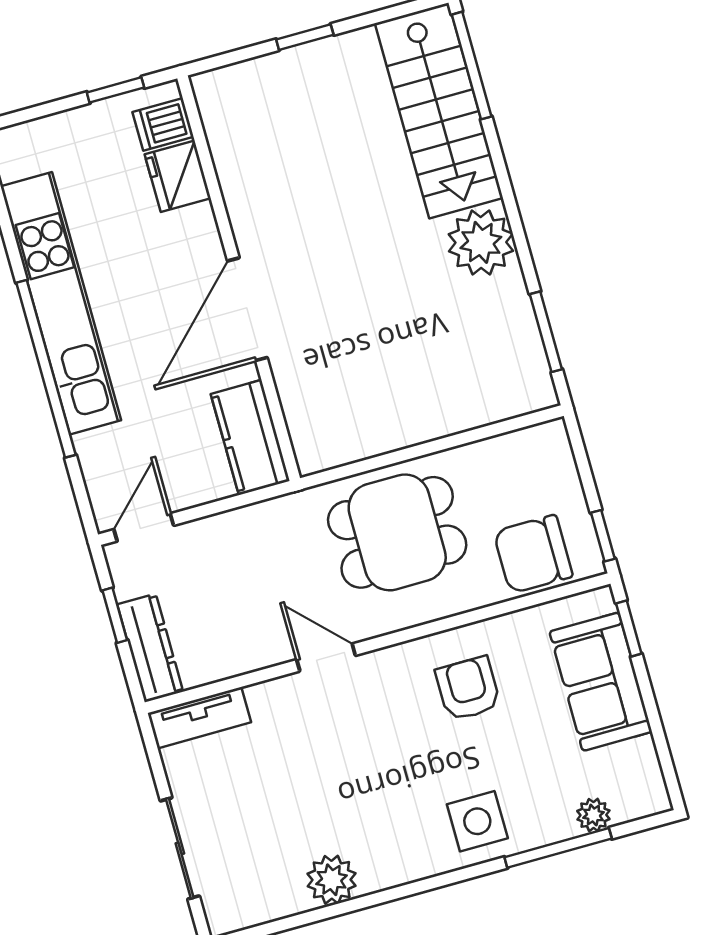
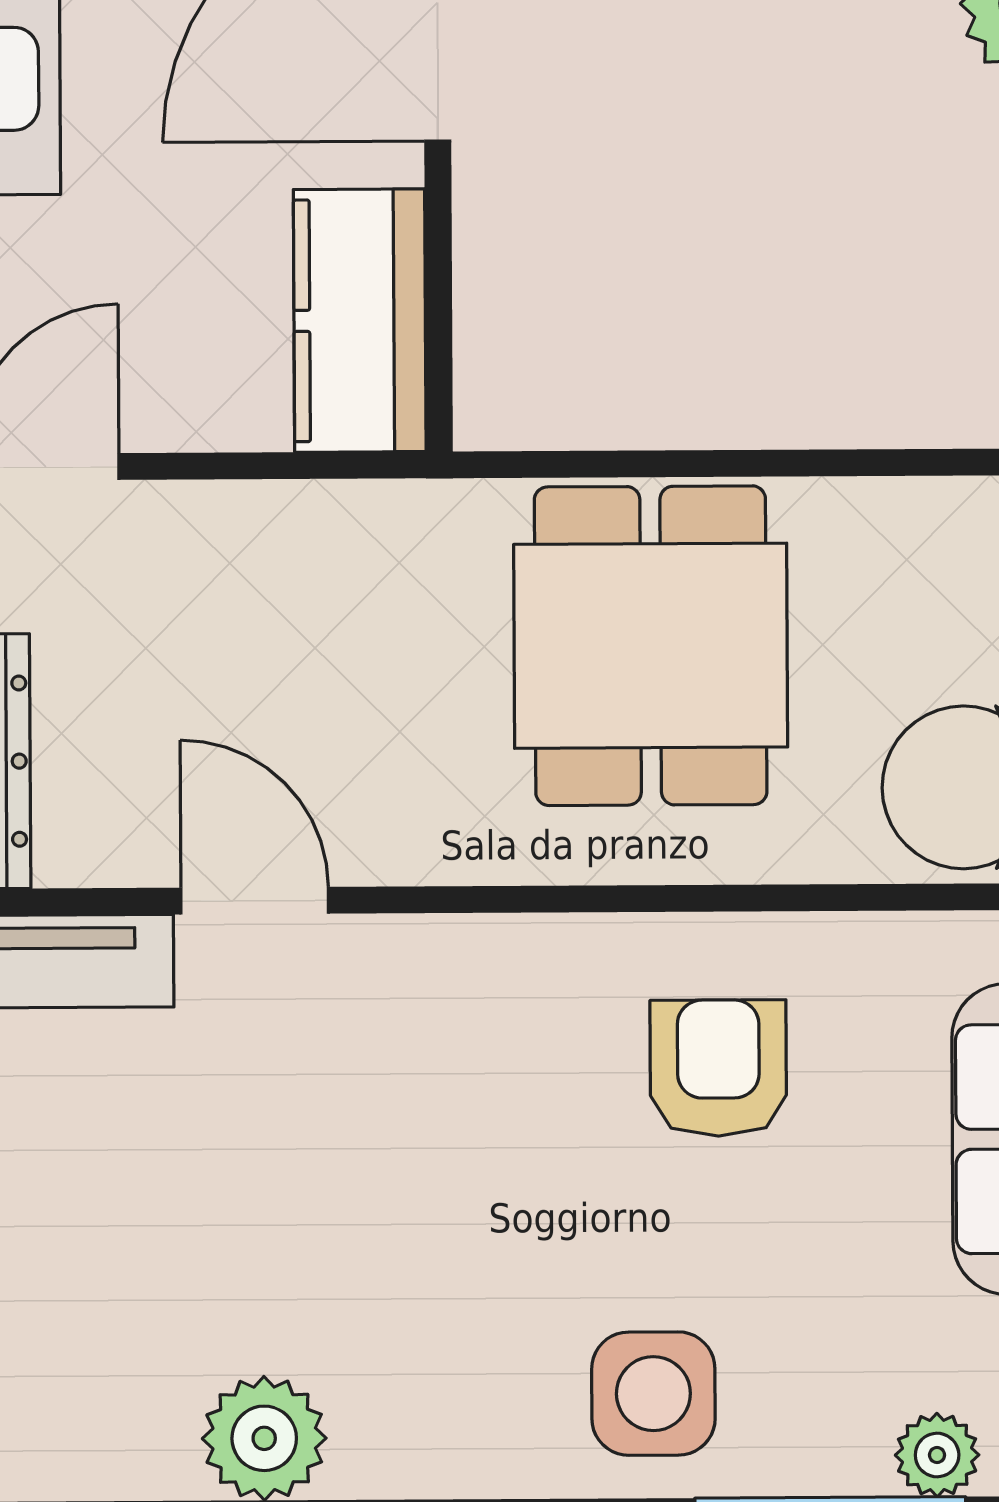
dining table: (397, 532) -> (651, 646), turned 90
door: (326, 657) -> (255, 901), moved

